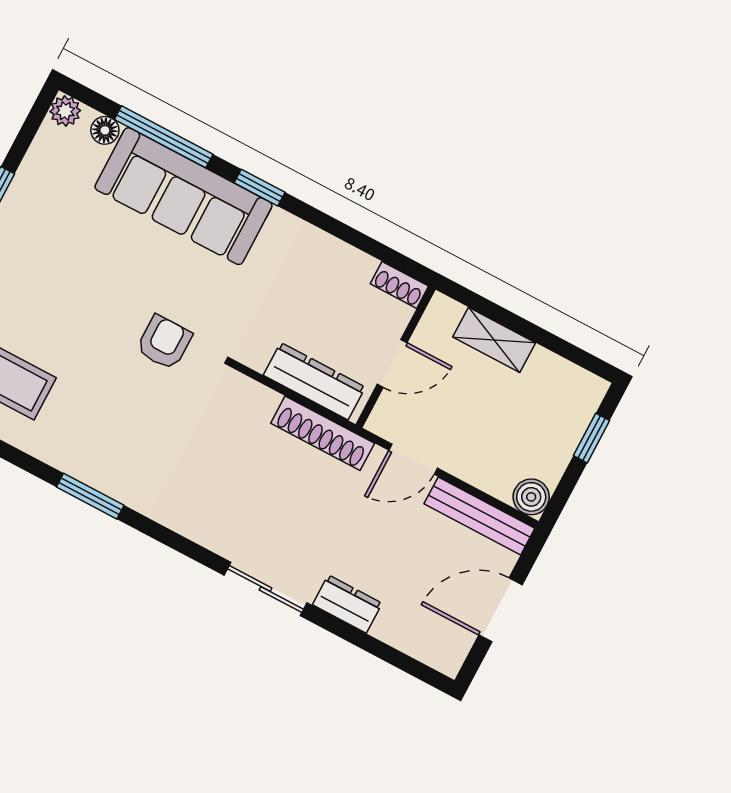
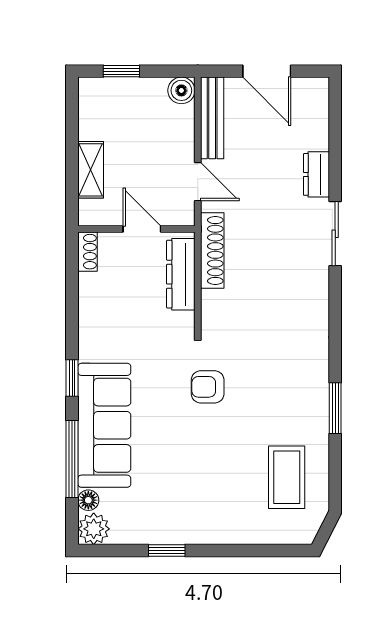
plant: (65, 111) -> (94, 529), width x1.38, depth x1.38
window: (90, 496) -> (335, 408), moved

